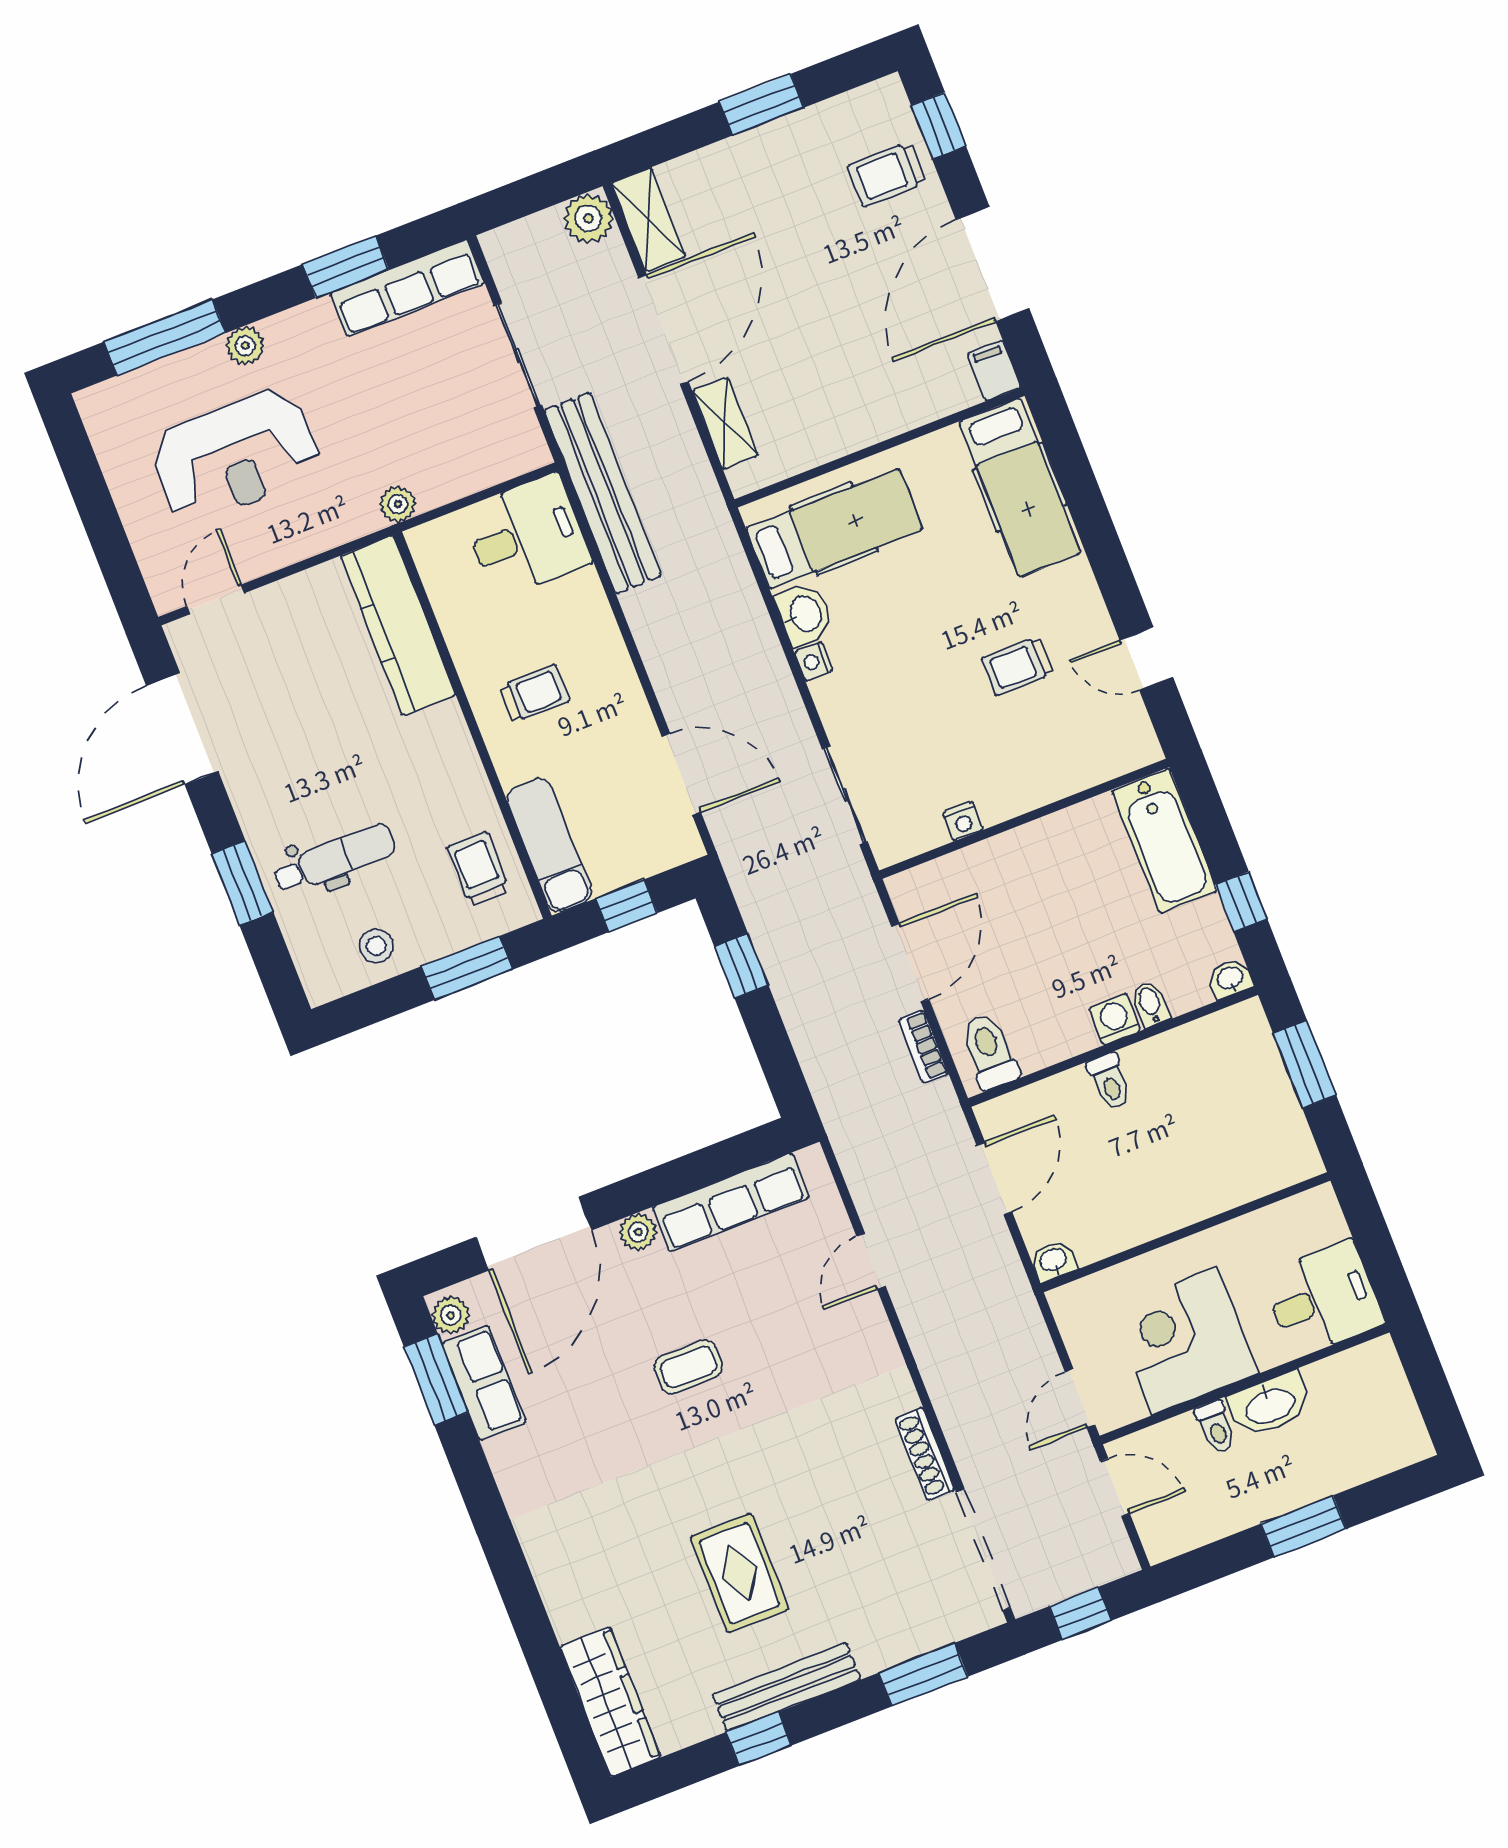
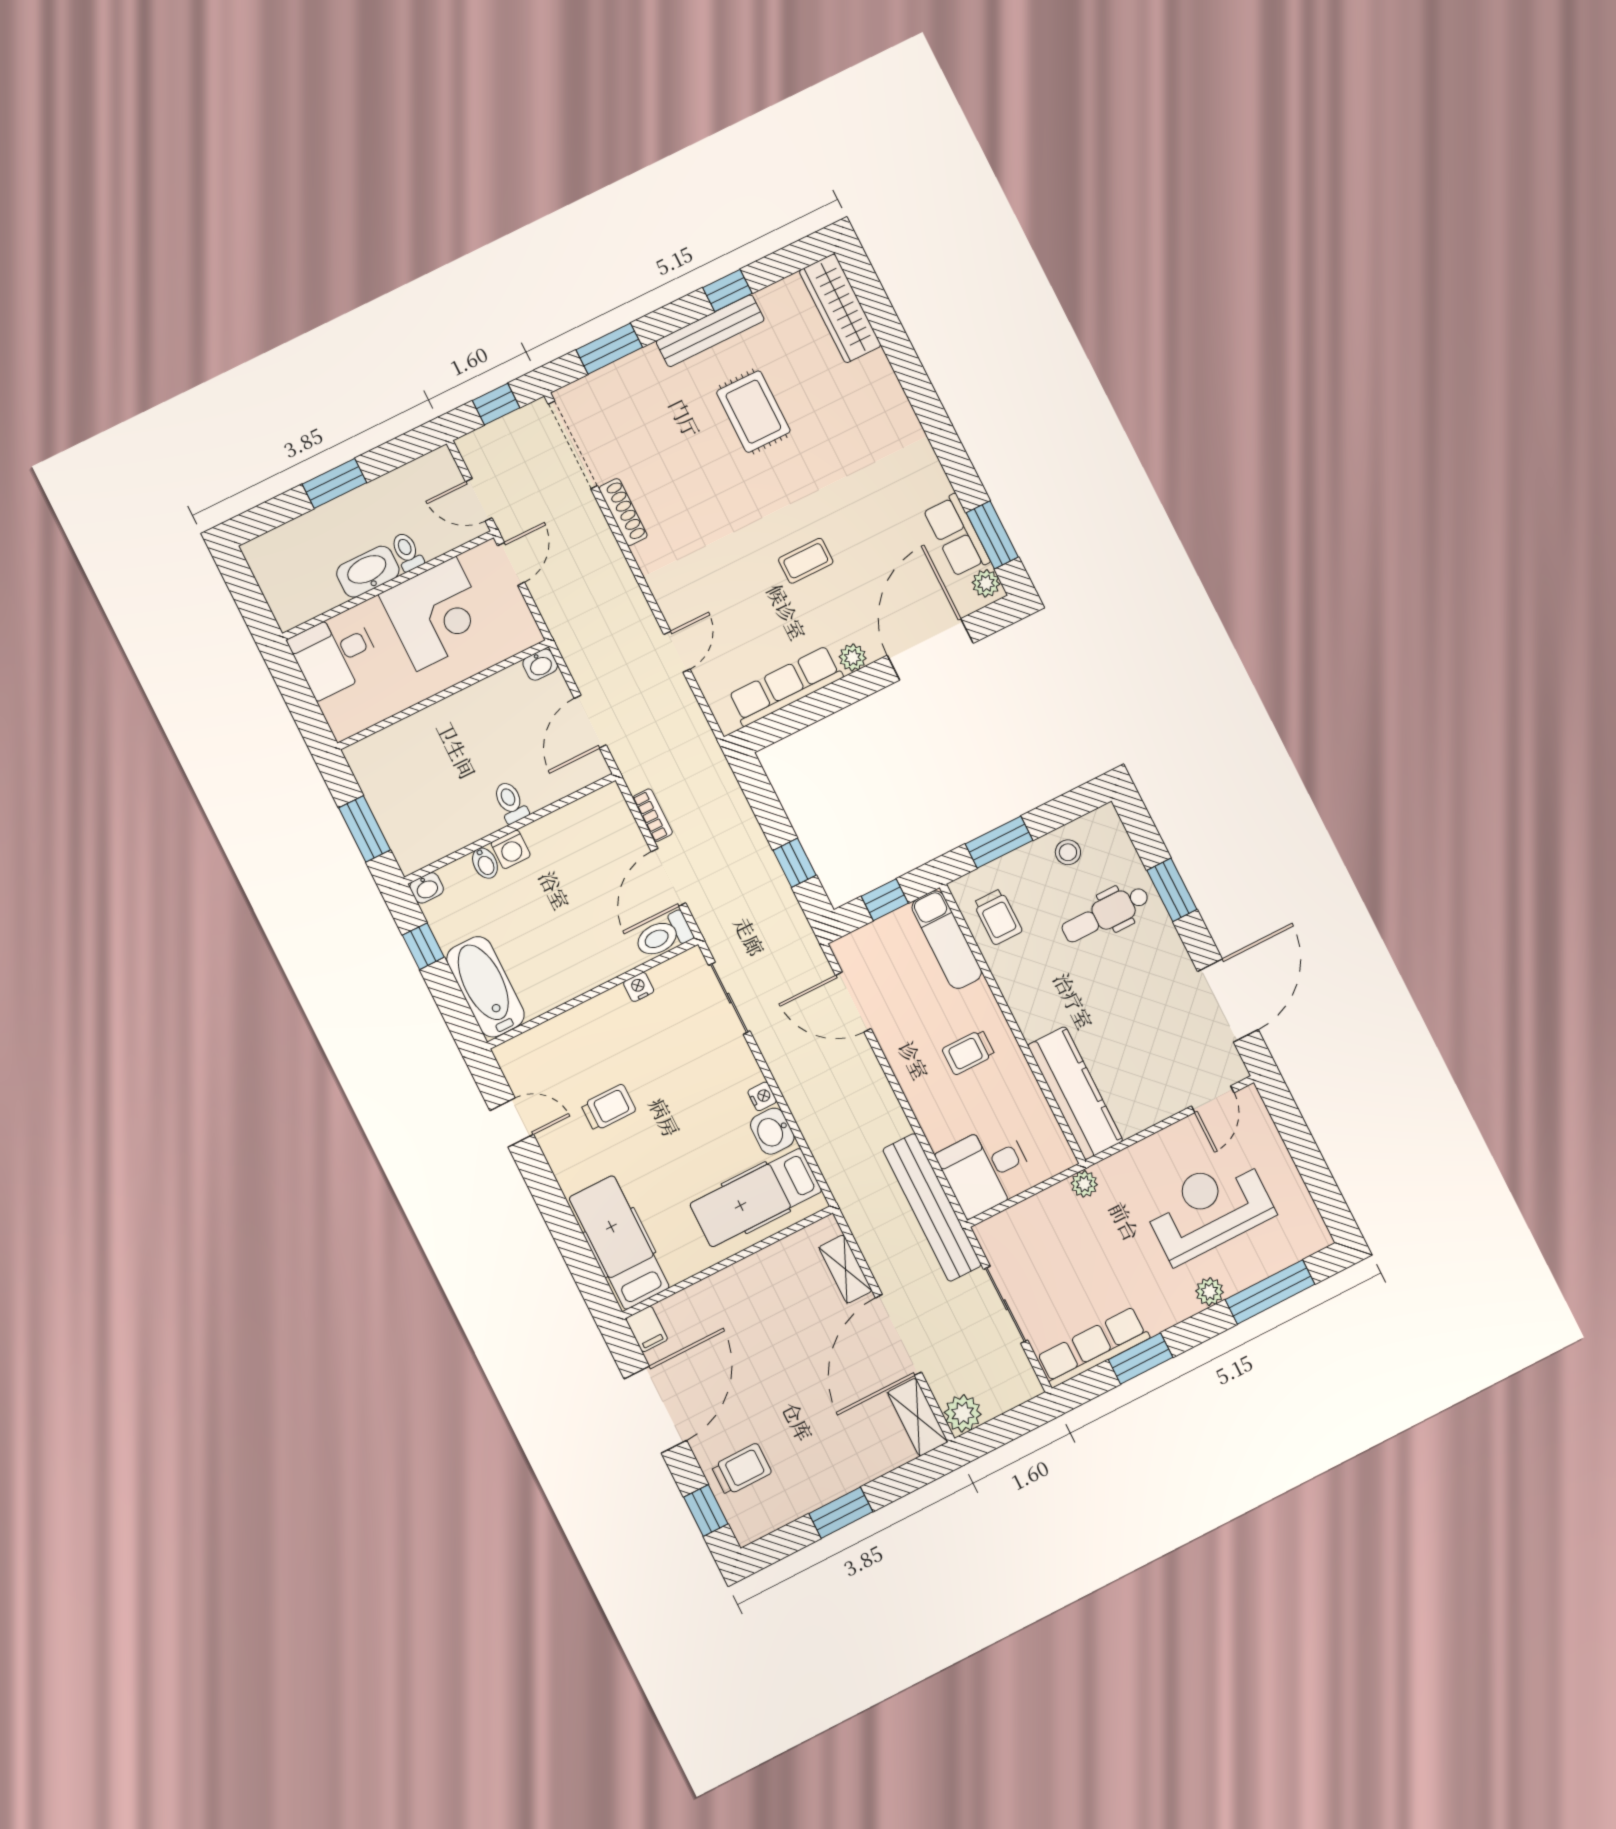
toilet: (990, 1051) -> (663, 935), moved, turned 90

